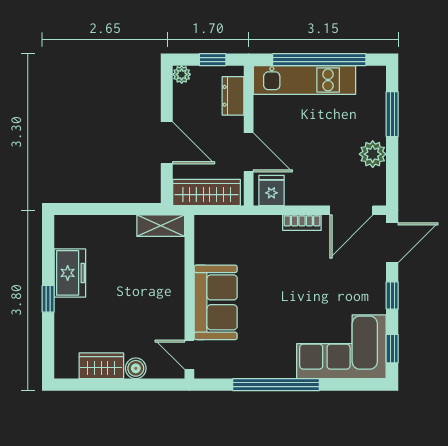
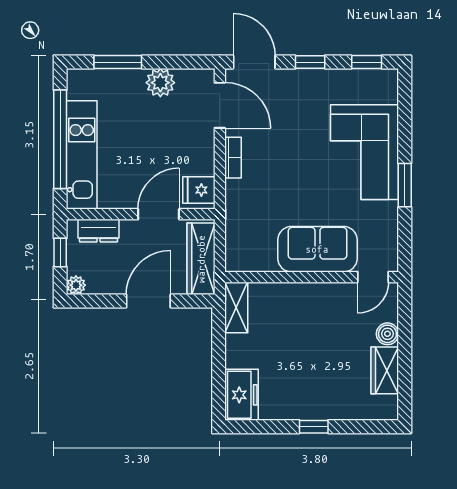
freezer: (70, 273) -> (242, 395), moved, turned 90
corner sofa: (341, 347) -> (365, 152), moved
window: (276, 385) -> (405, 185), width x0.47

